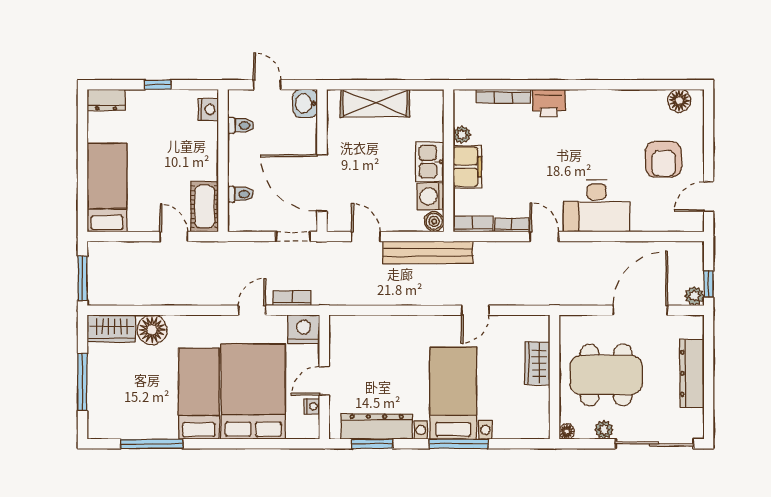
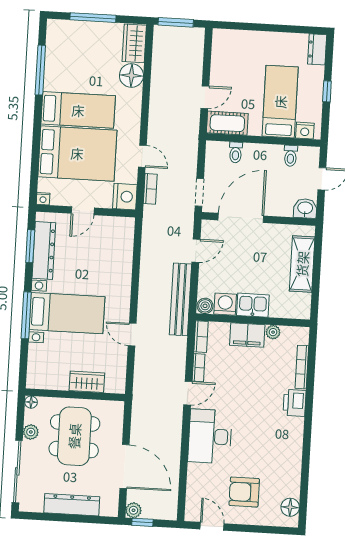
bed: (107, 187) -> (280, 102), moved, turned -90
door: (324, 381) -> (83, 211), swing flipped
nightstand: (312, 406) -> (43, 199), moved

